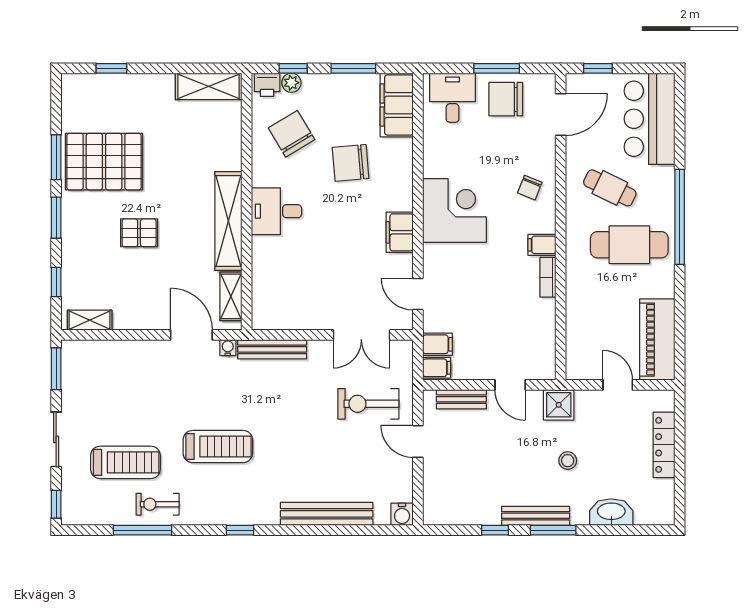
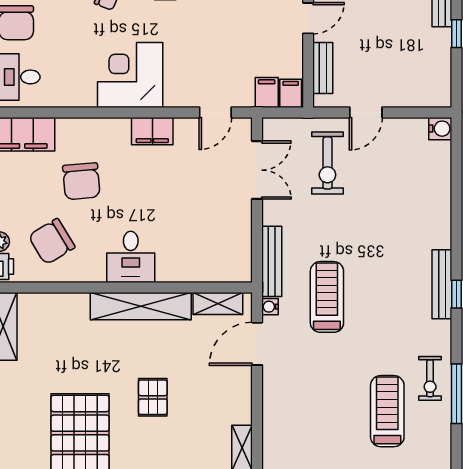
treadmill: (218, 447) -> (327, 297), moved
bench: (327, 514) -> (442, 284), moved, width x0.73, depth x0.82

